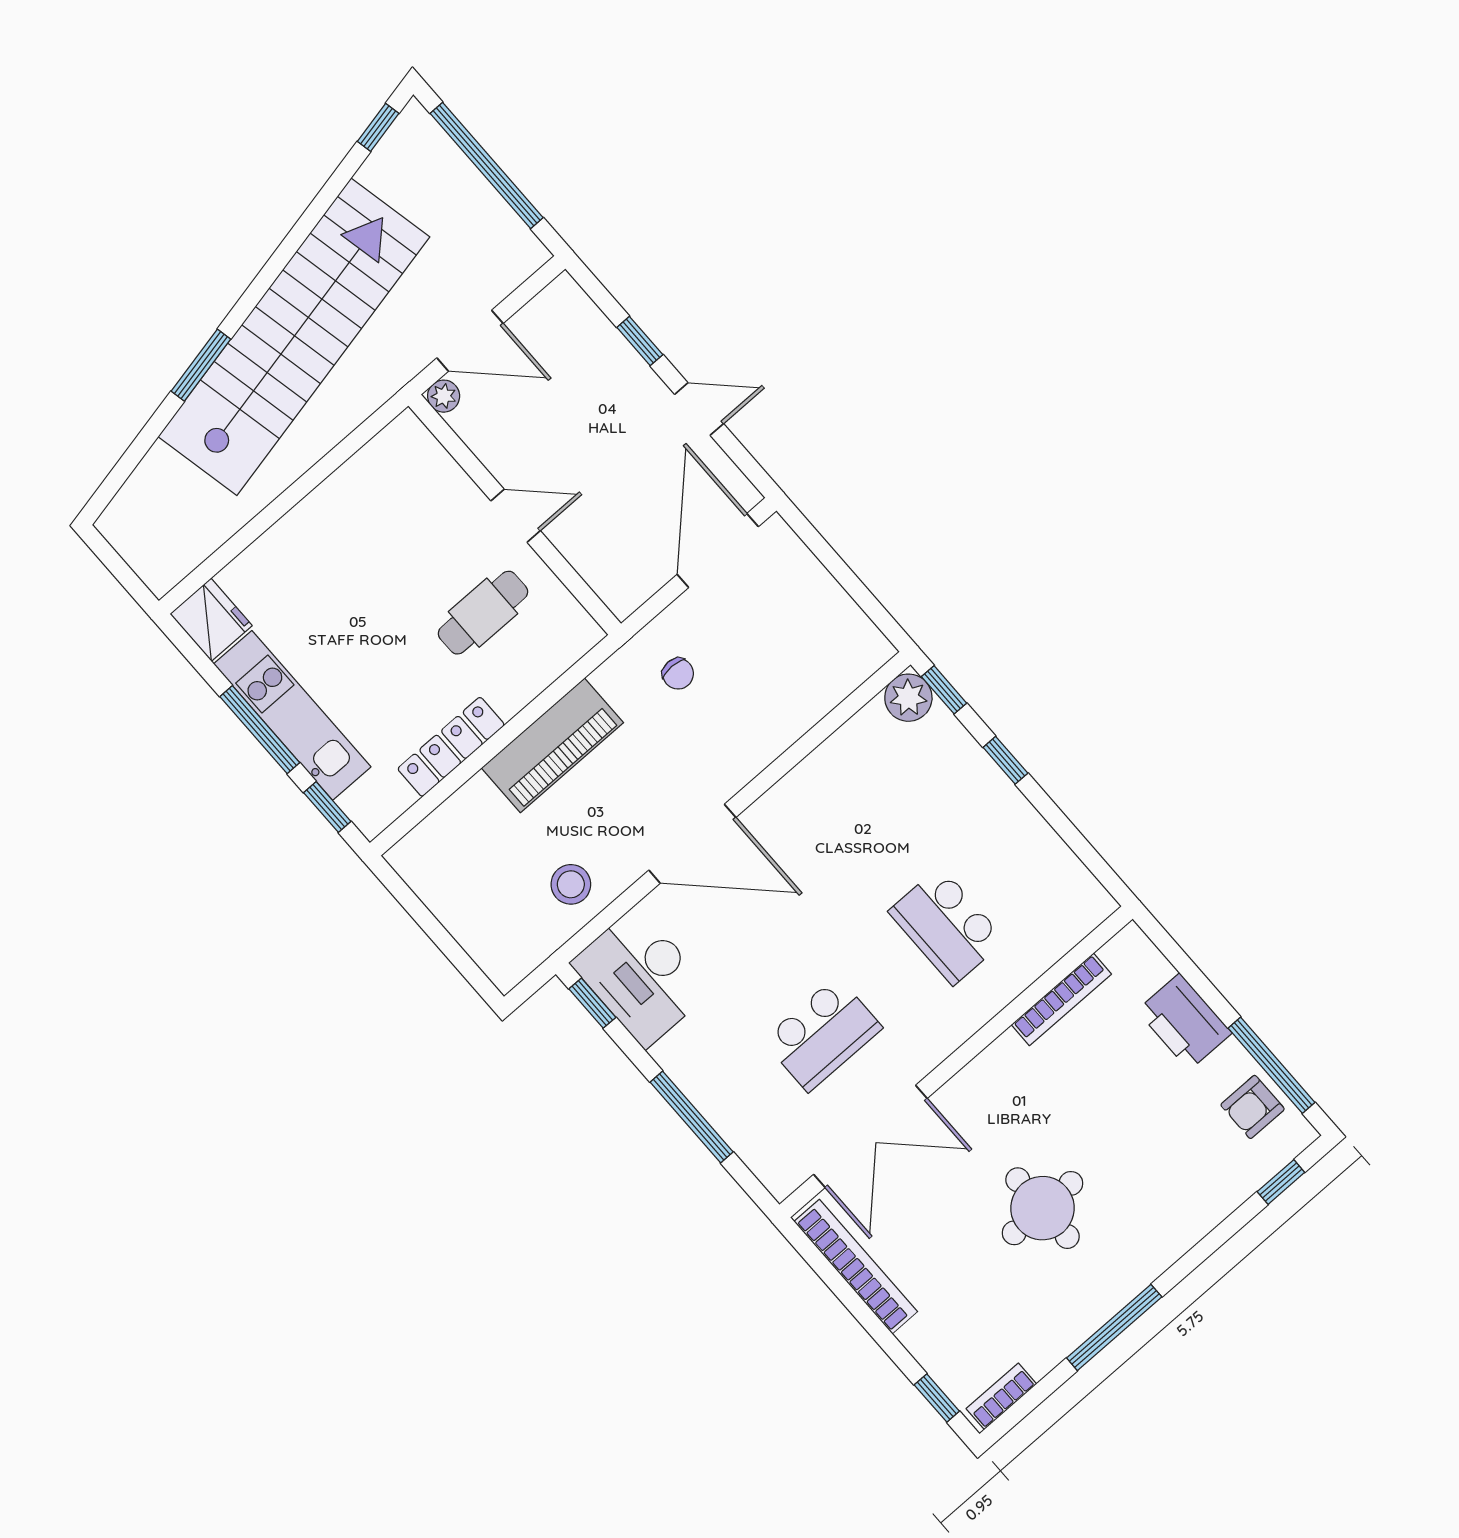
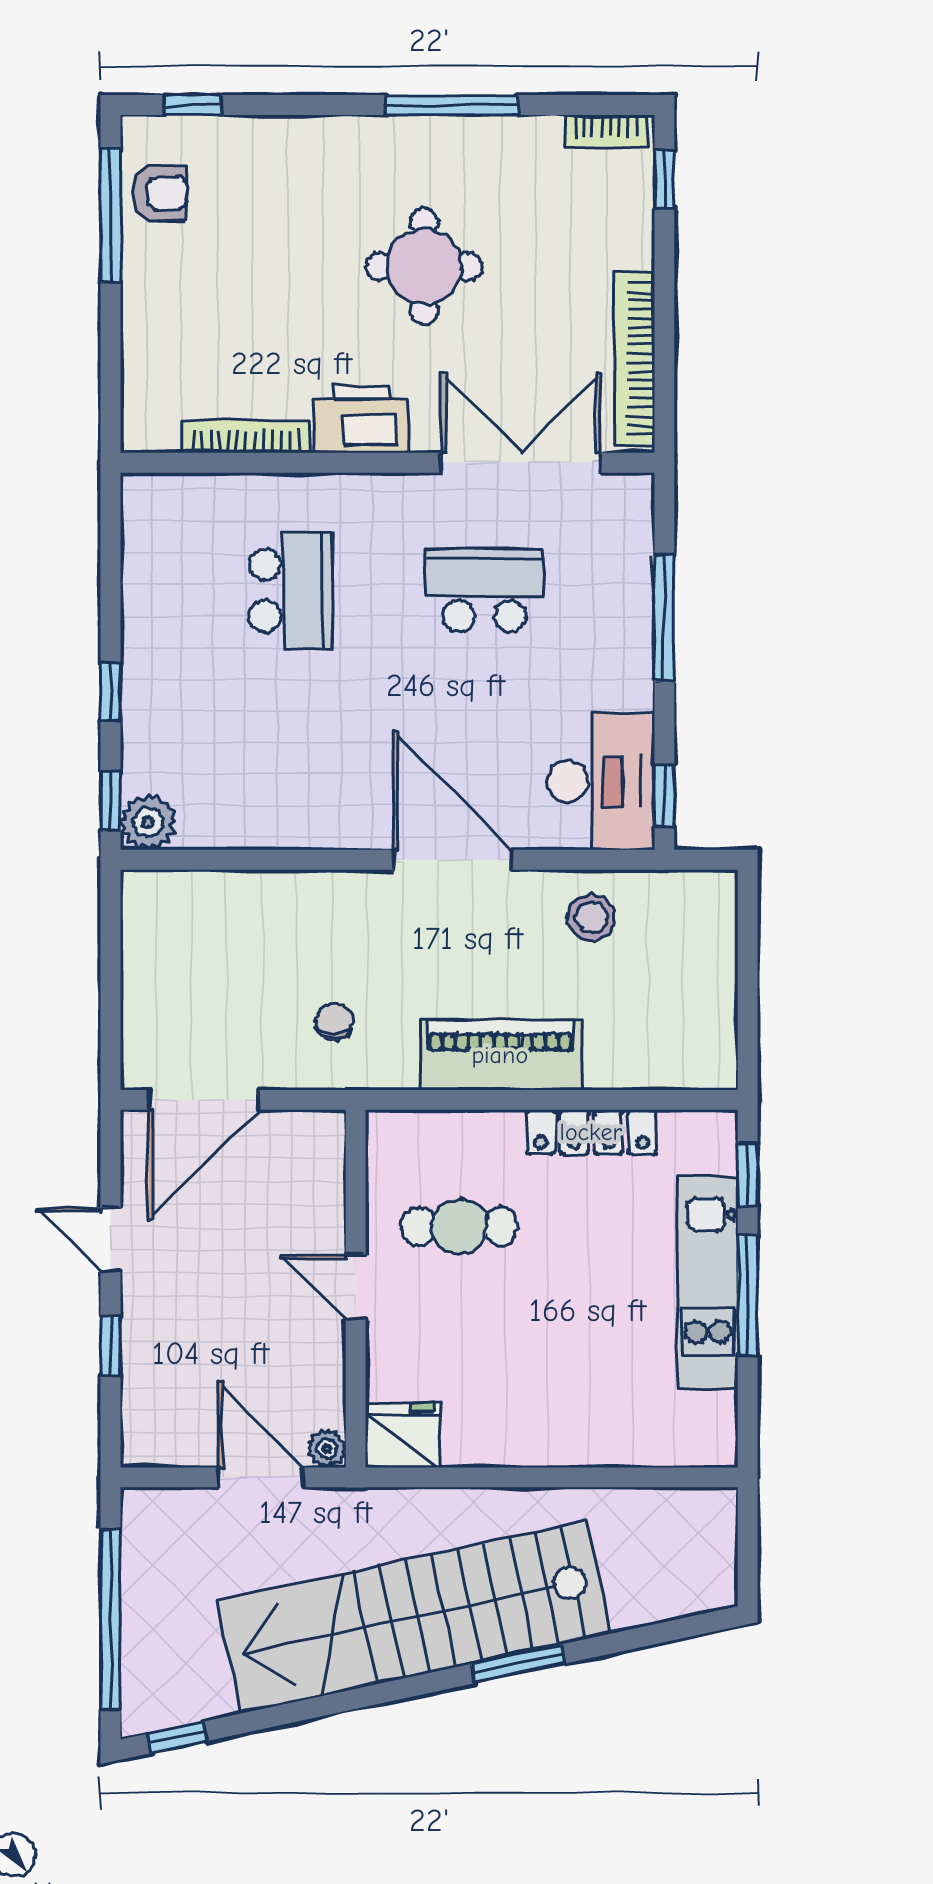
fridge: (211, 620) -> (403, 1435), moved, turned 90
printer: (1184, 1022) -> (361, 419), moved, turned -90

